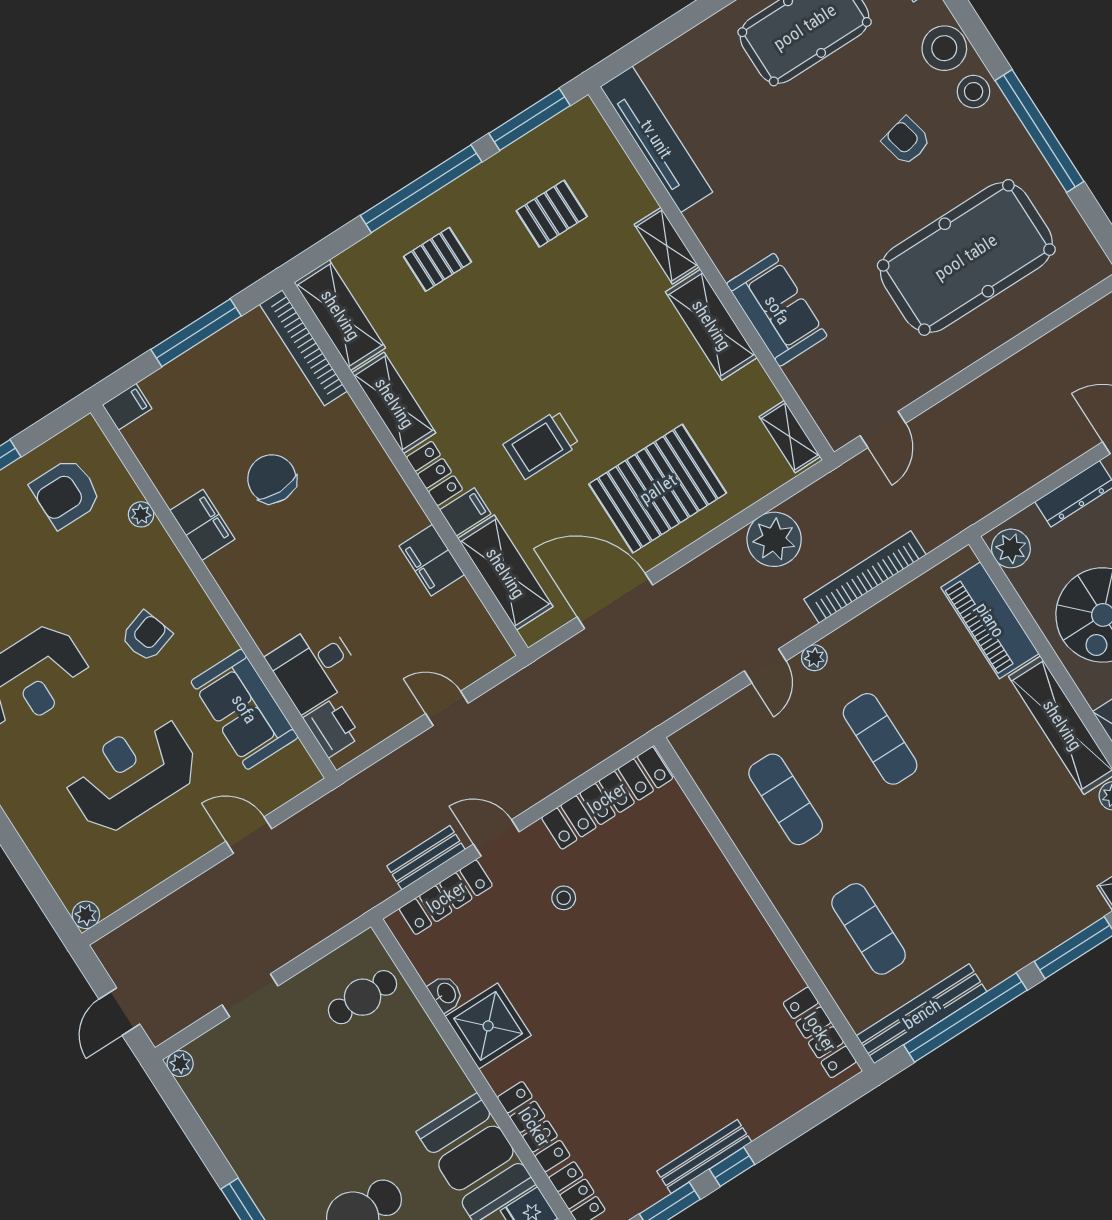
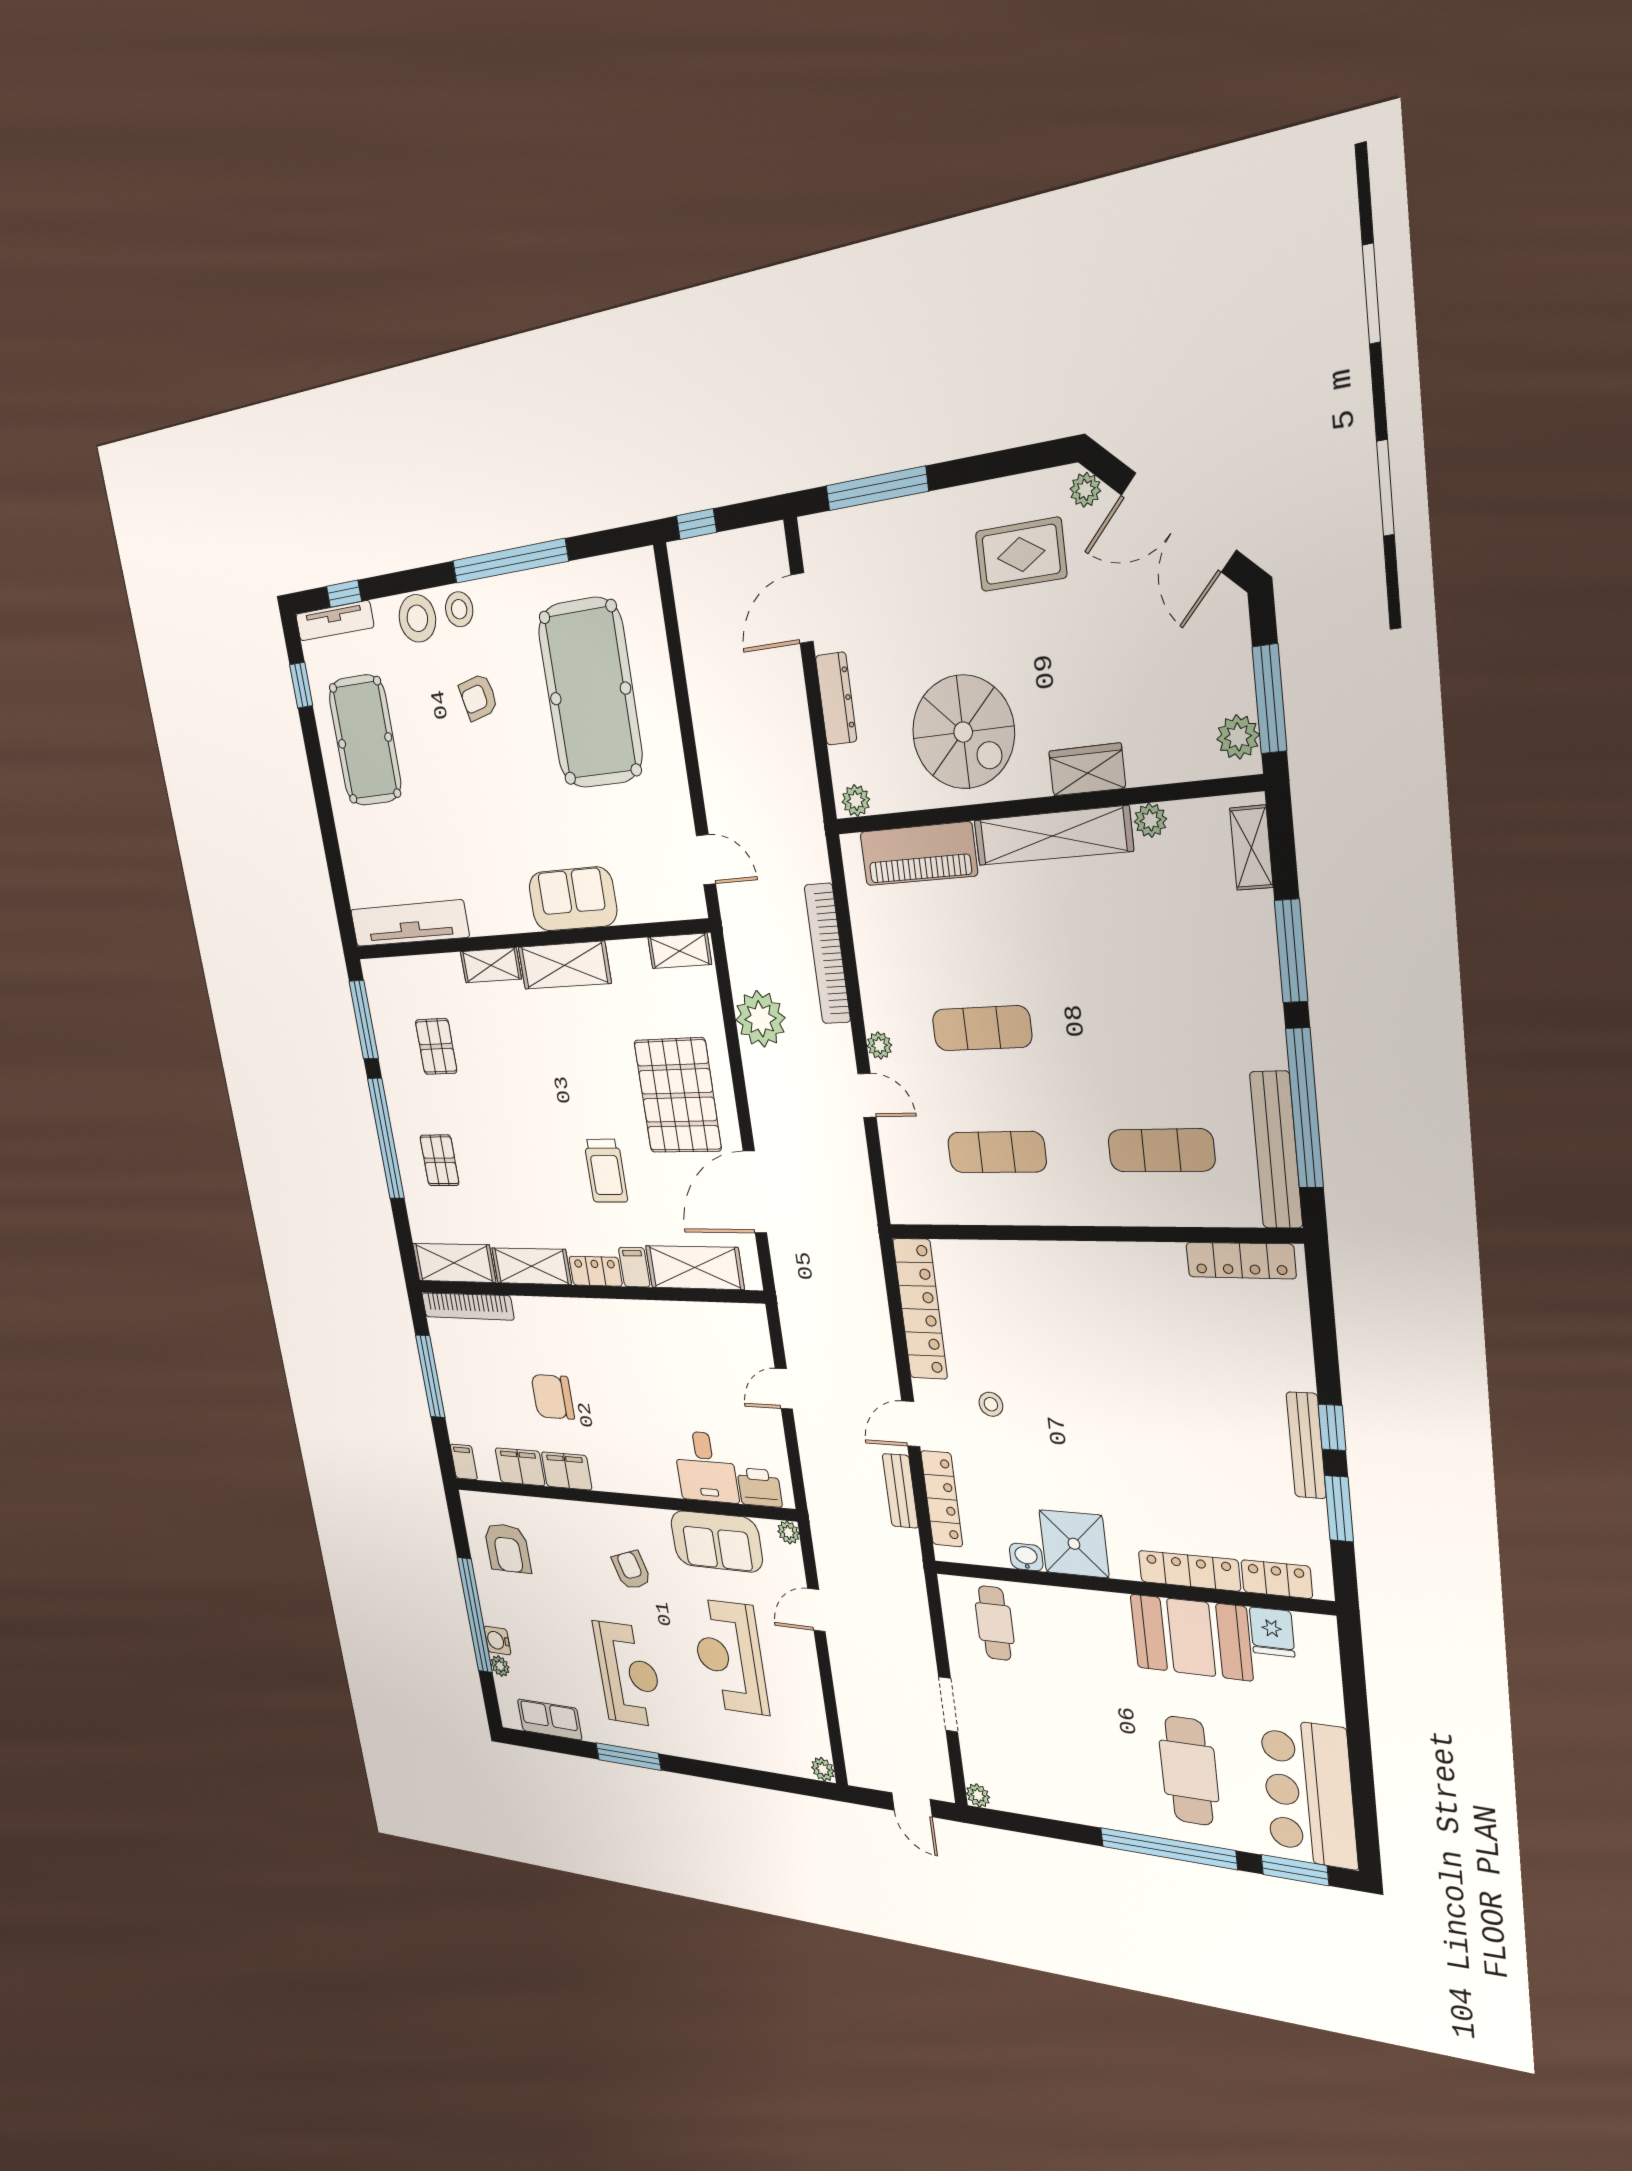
plant: (141, 514) -> (788, 1532), moved
plant: (1011, 548) -> (856, 801), width x0.73, depth x0.73
filing cabinet: (432, 560) -> (520, 1467), moved, turned 180

